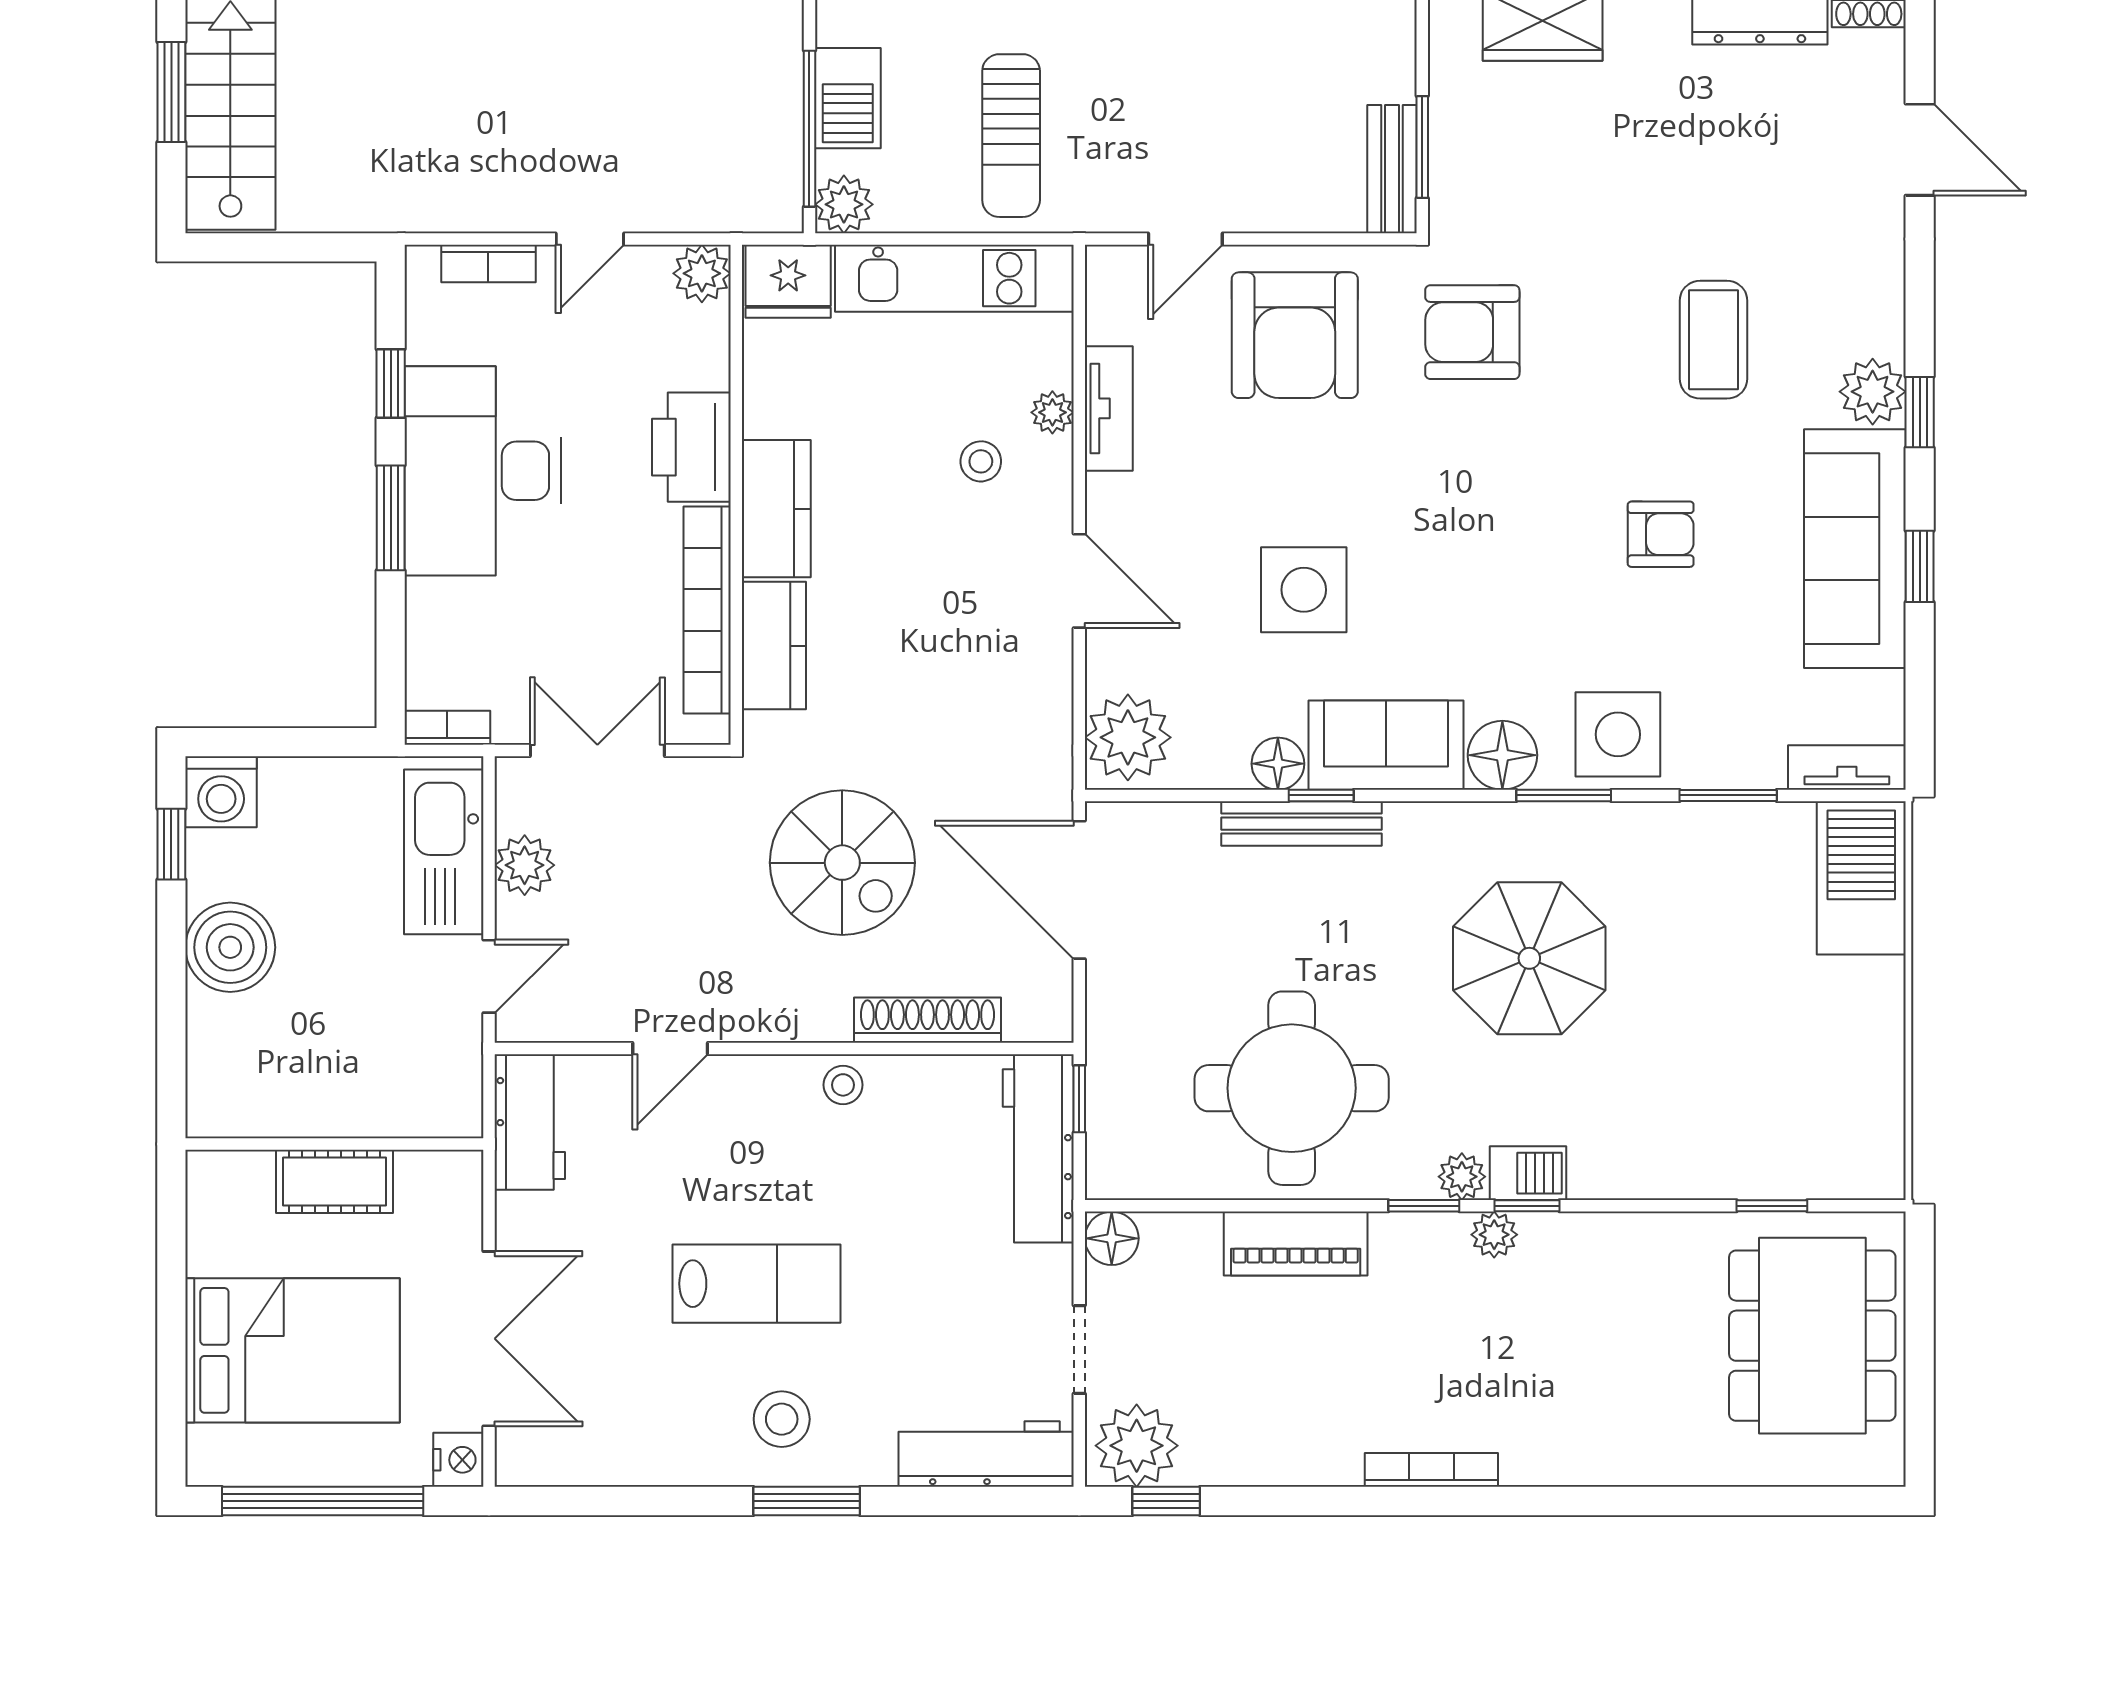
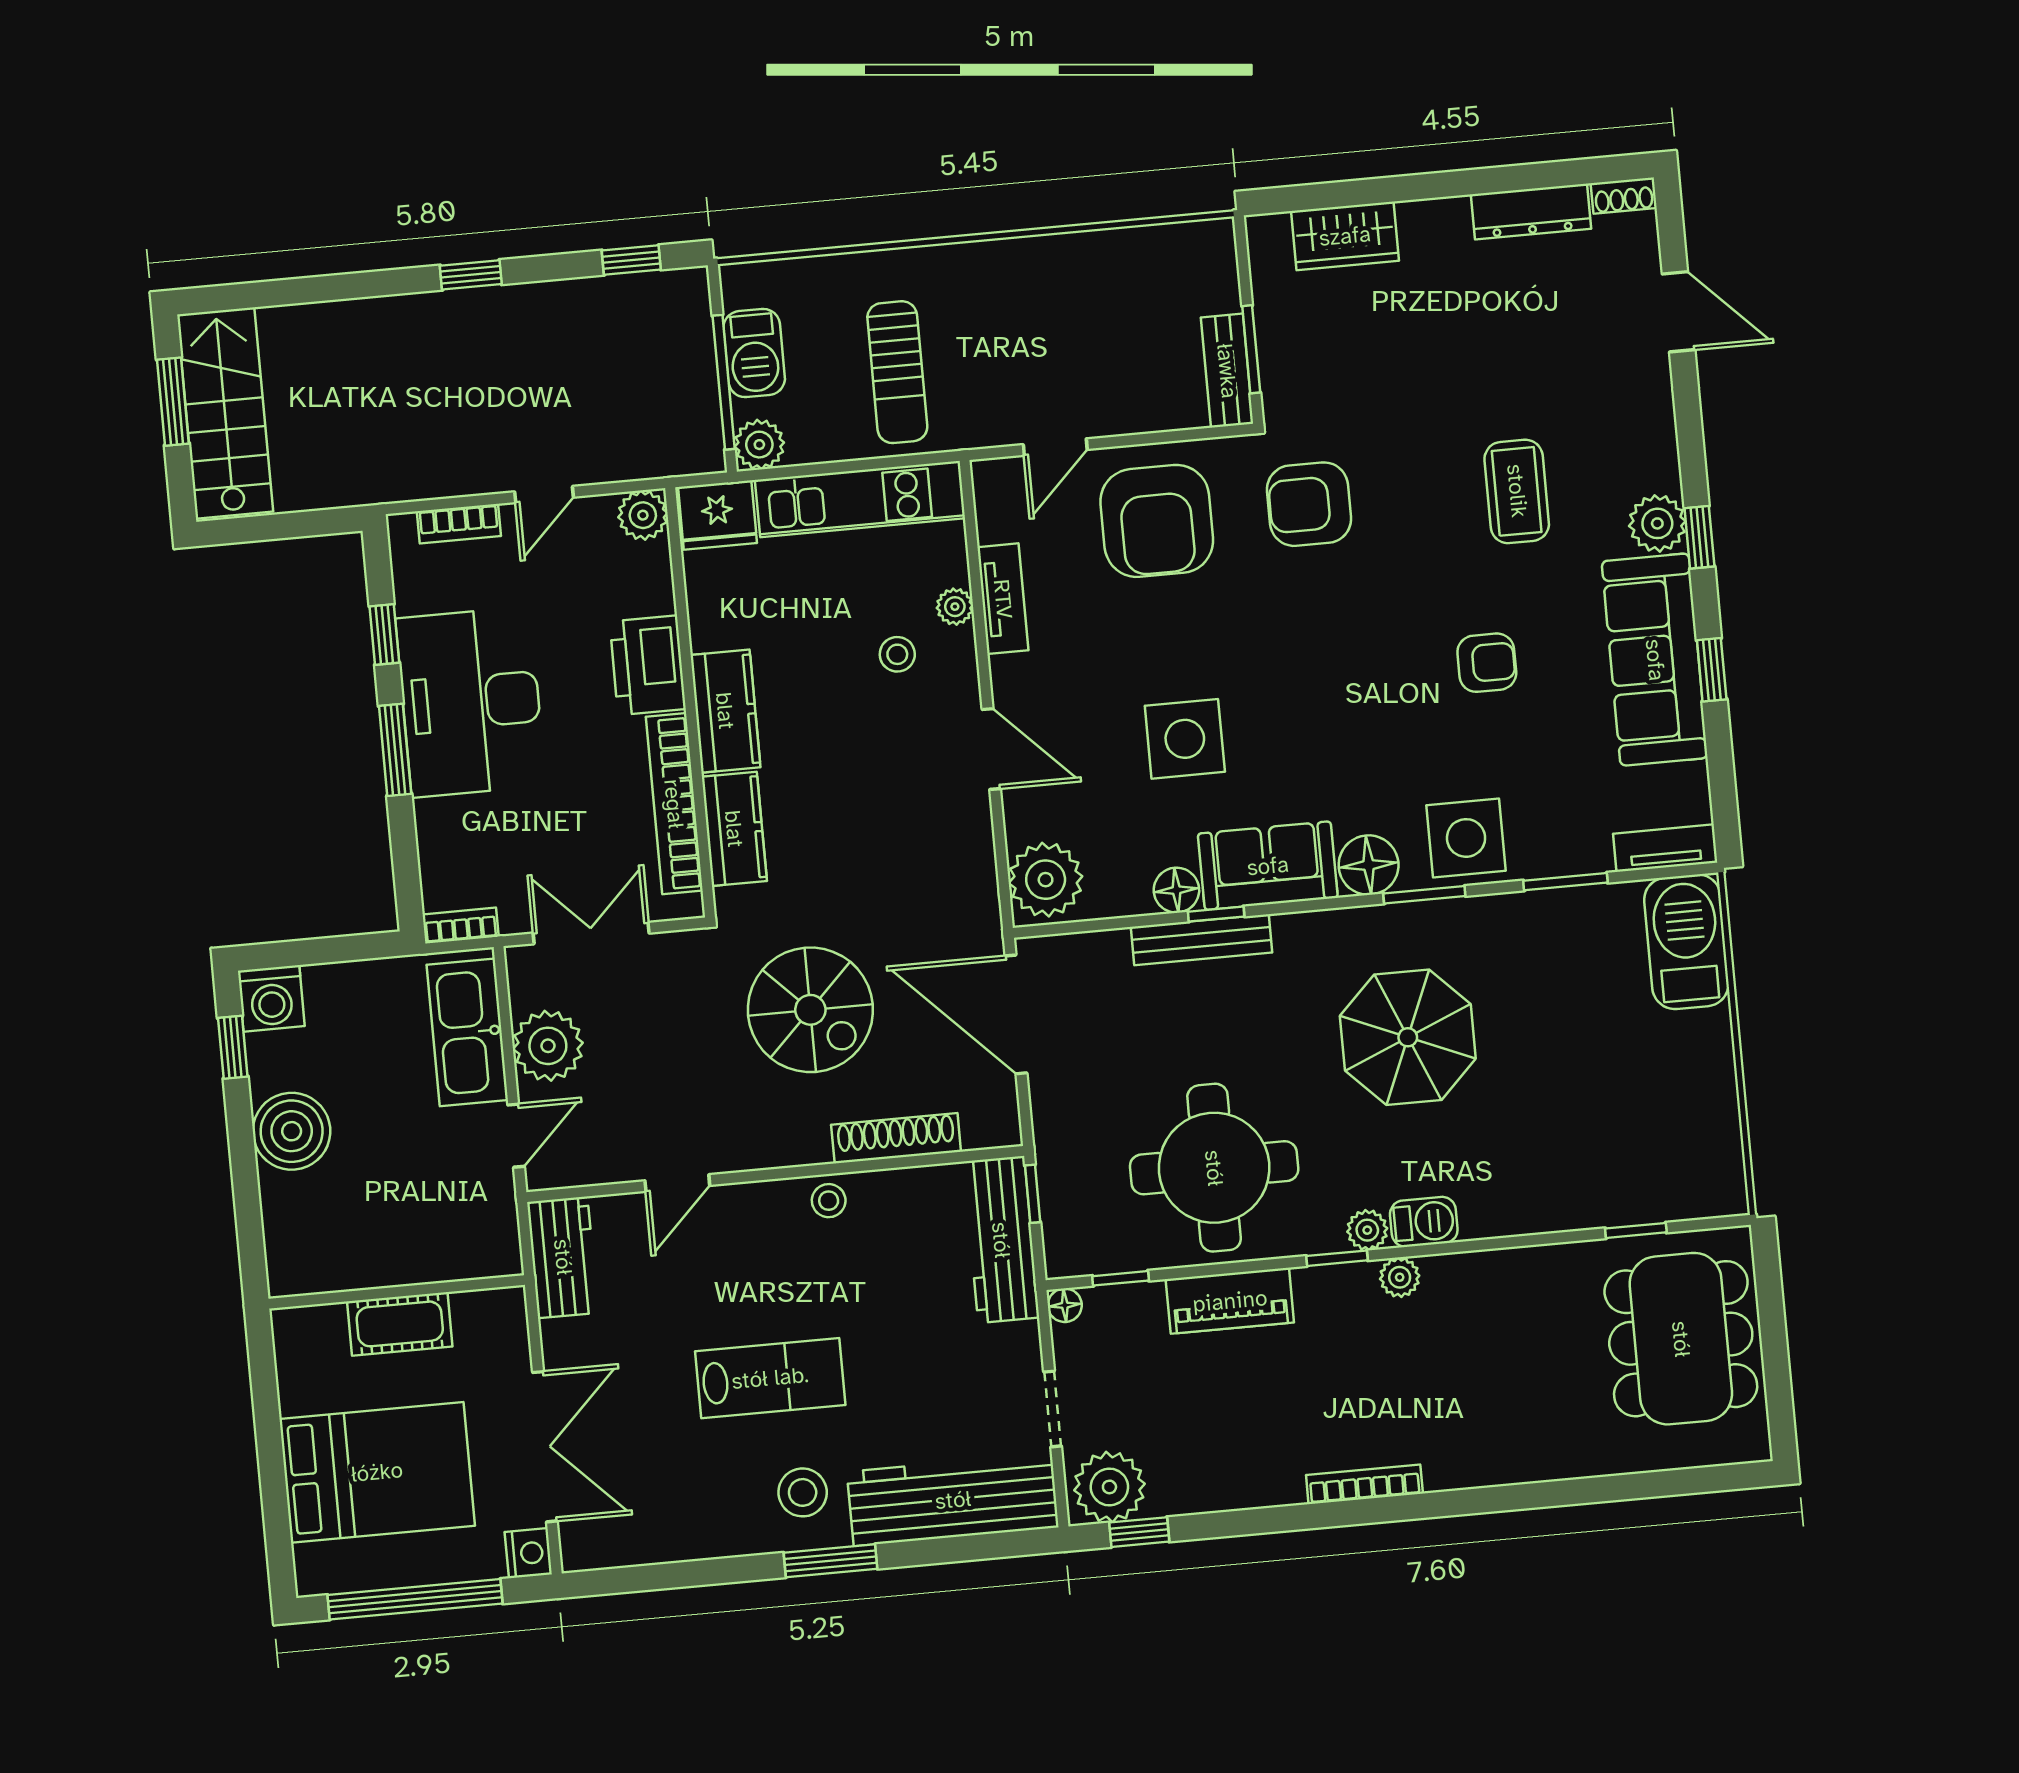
plant: (525, 865) -> (548, 1046), width x1.36, depth x1.36
window: (1527, 1206) -> (1121, 1278), moved
floor lamp: (1112, 1238) -> (1065, 1305), width x0.73, depth x0.73
workbench: (986, 1454) -> (953, 1500), width x1.36, depth x1.32

